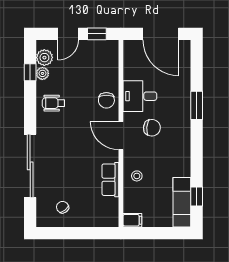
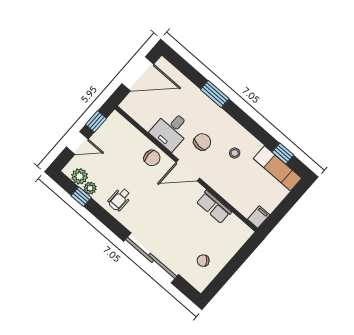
door: (68, 34) -> (77, 143), hinge flipped
stool: (137, 176) -> (235, 153), moved

